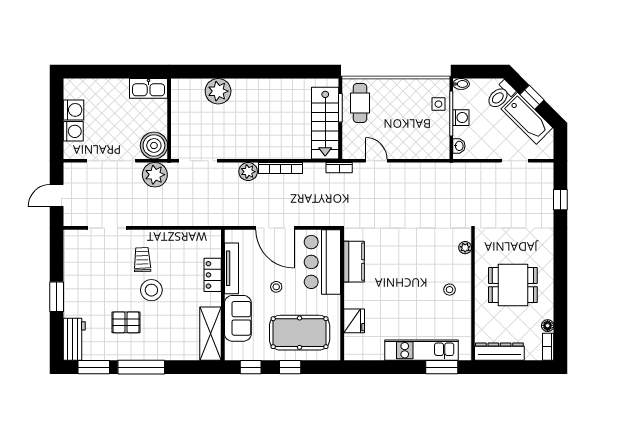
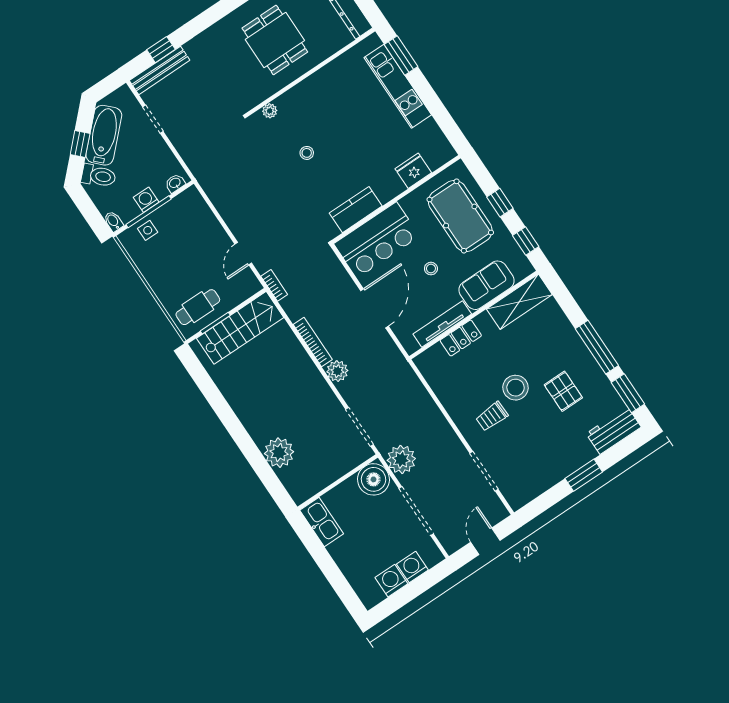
bench: (546, 189) -> (160, 70), added
door: (57, 195) -> (485, 541), swing flipped
stool: (450, 290) -> (307, 153), moved

